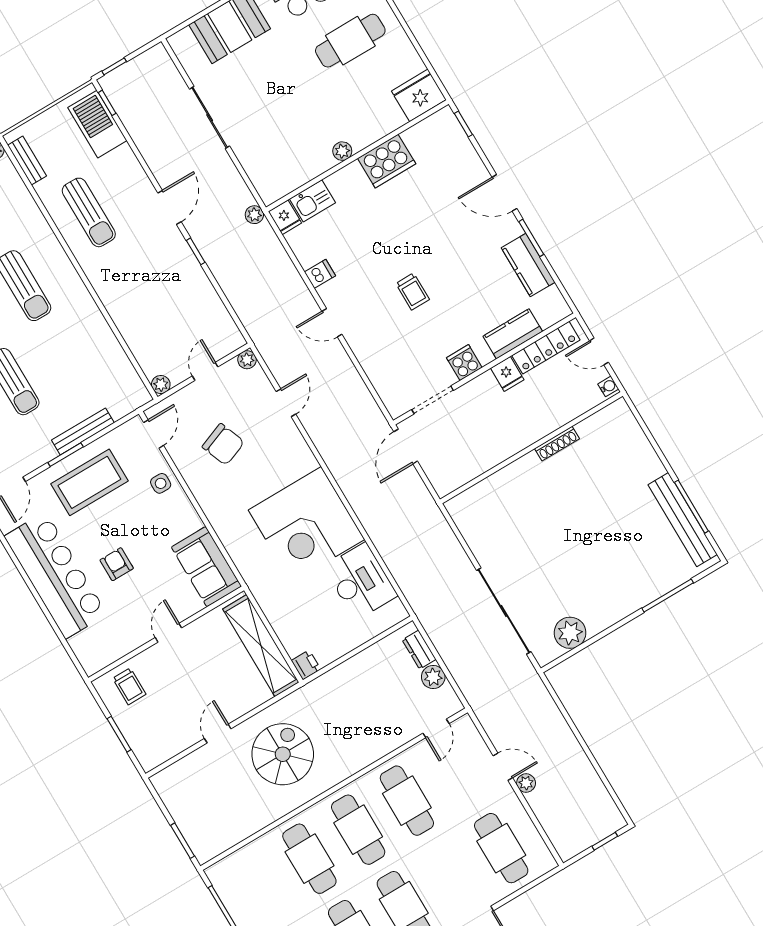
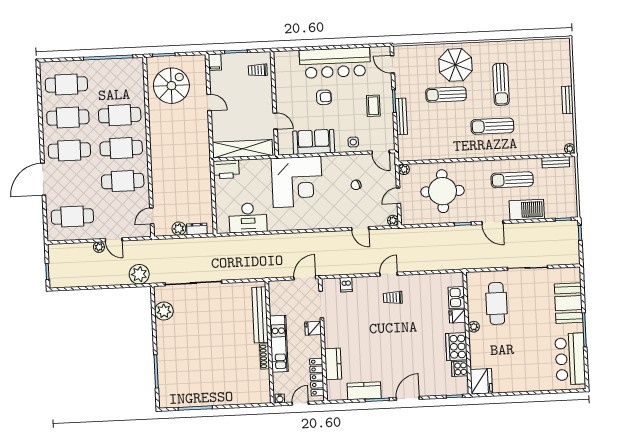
cafe table: (350, 41) -> (497, 303), moved
barbecue: (97, 124) -> (527, 210), moved
plant: (254, 215) -> (139, 274), moved, width x1.88, depth x1.88
fridge: (285, 217) -> (457, 316), moved
dishwasher: (320, 274) -> (346, 285), moved
trolley: (413, 292) -> (393, 298), moved
round table: (163, 308) -> (442, 191), added
cooker: (464, 363) -> (460, 369), moved, turned 180
door: (205, 371) -> (398, 196), swing flipped
fridge: (507, 374) -> (313, 328), moved
kitchen unit: (526, 432) -> (279, 344), added
chair: (223, 444) -> (356, 185), width x0.54, depth x0.54
door: (406, 446) -> (305, 278), hinge flipped
coffee table: (89, 482) -> (373, 106), width x0.54, depth x0.58
bench: (683, 520) -> (260, 315), moved, turned 90
corner desk: (306, 525) -> (297, 182), moved, turned 180
sofa: (206, 567) -> (314, 142), moved
door: (169, 633) -> (275, 121), moved
printer: (306, 665) -> (226, 169), width x1.87, depth x1.48
door: (436, 728) -> (152, 216), hinge flipped
spiral stairs: (283, 754) -> (171, 86), moved, turned -90
filing cabinet: (152, 758) -> (215, 62), added
door: (503, 767) -> (114, 240), hinge flipped

